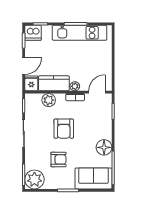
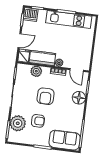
door: (97, 92) -> (77, 70), swing flipped
floor lamp: (104, 147) -> (79, 98), moved
plant: (34, 179) -> (18, 123), moved

